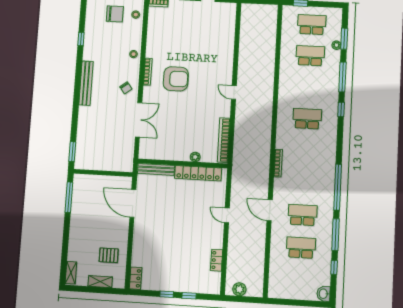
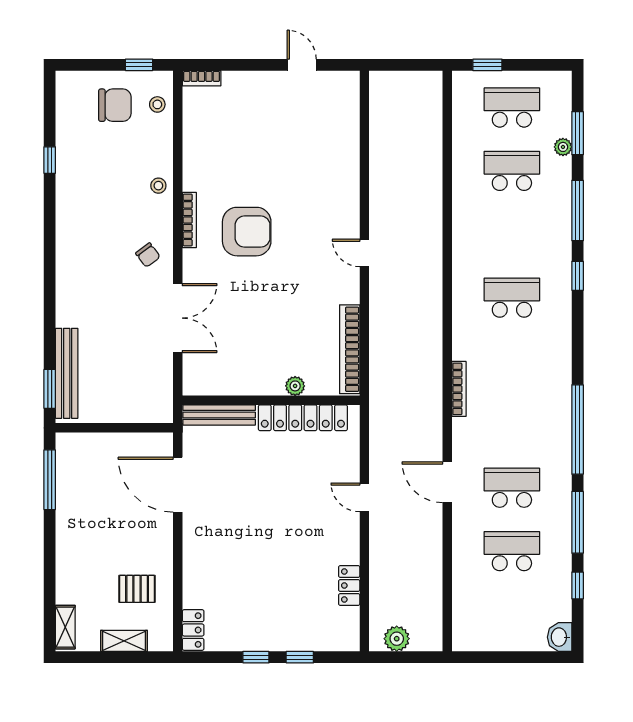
bench: (86, 83) -> (67, 373), moved

